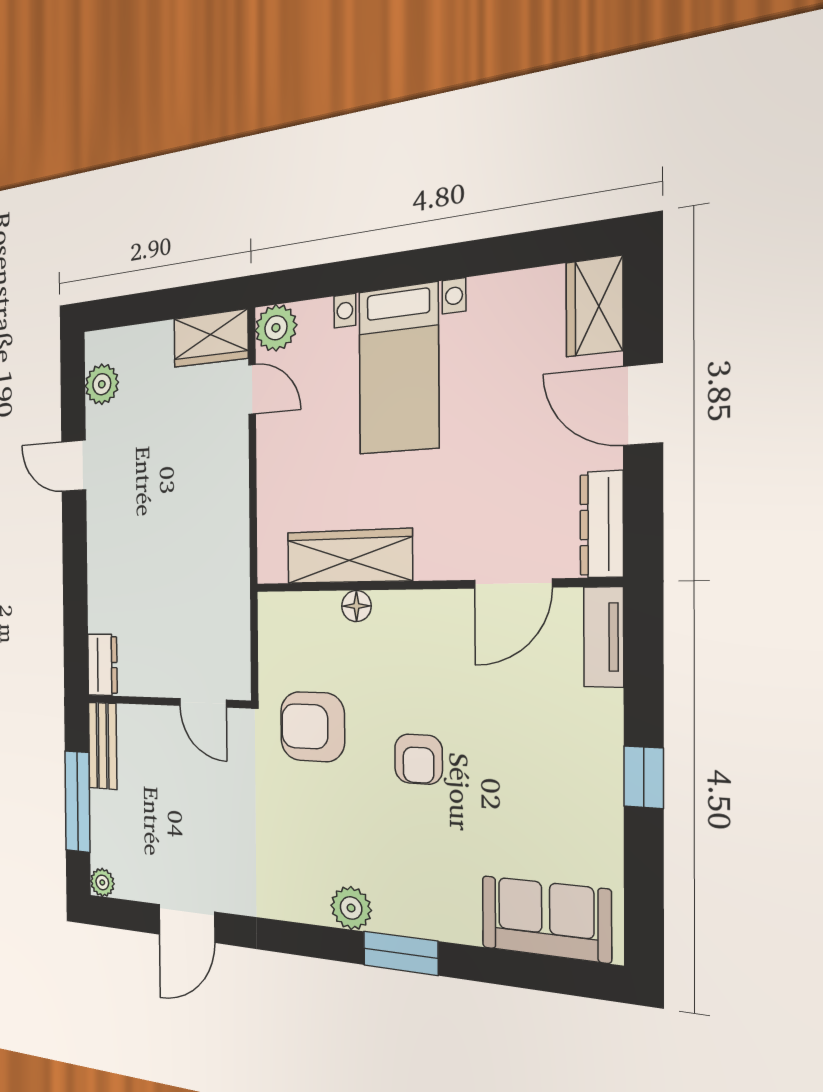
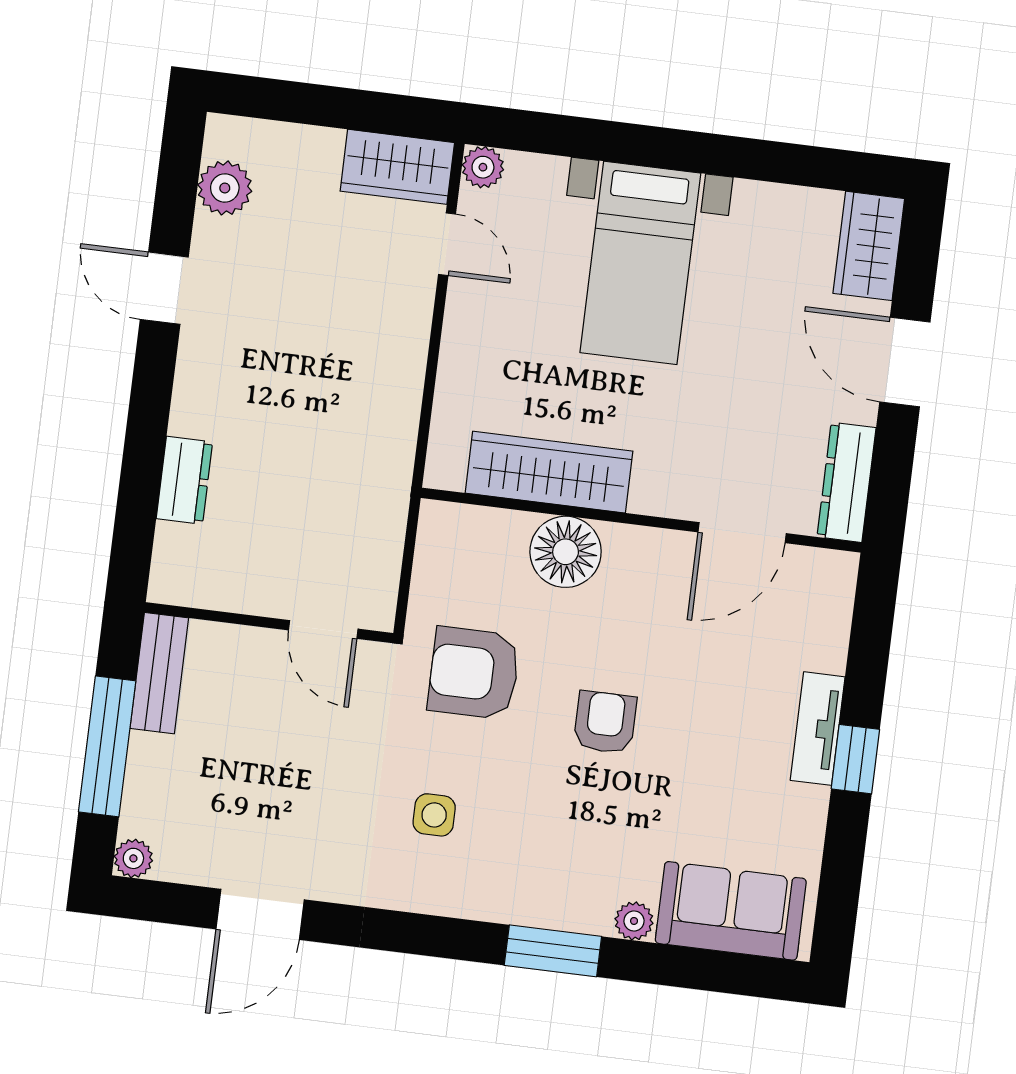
plant: (276, 328) -> (483, 167), width x0.73, depth x0.73
floor lamp: (356, 606) -> (566, 552), width x1.89, depth x1.89
tv unit: (604, 637) -> (818, 729), moved
dresser: (102, 665) -> (184, 480), moved
armchair: (418, 759) -> (605, 722), turned 180
side table: (297, 843) -> (434, 815), added
plant: (351, 908) -> (634, 921), moved, width x0.73, depth x0.73

